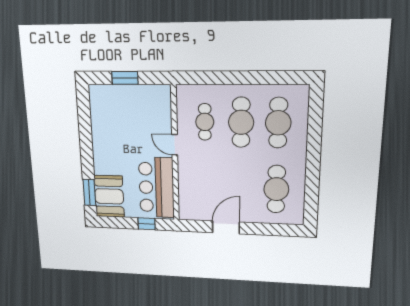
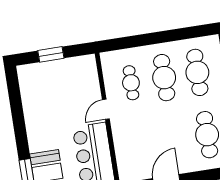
door: (175, 145) -> (106, 109), hinge flipped

